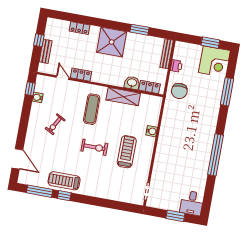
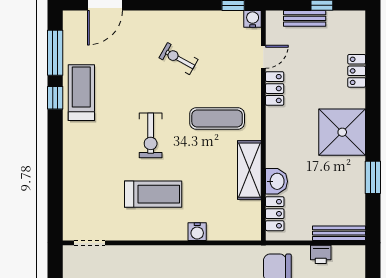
water cooler: (38, 97) -> (253, 19), moved

